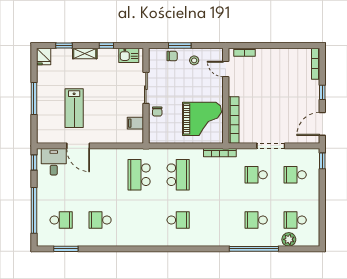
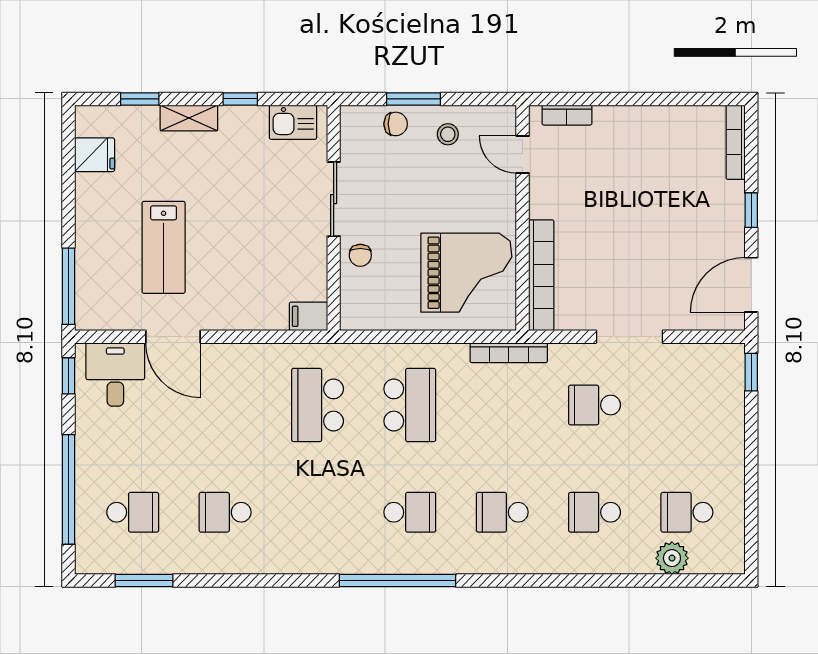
fridge: (44, 57) -> (95, 155), moved, turned -90
window: (34, 99) -> (68, 286), moved
filing cabinet: (135, 123) -> (308, 316), moved
school desk: (295, 175) -> (502, 512), moved
window: (254, 249) -> (398, 581), moved

